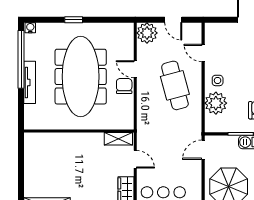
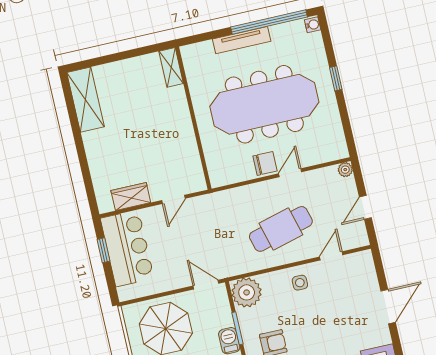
plant: (147, 33) -> (345, 170), width x0.53, depth x0.53
plant: (216, 103) -> (247, 292), moved
shelving: (118, 139) -> (171, 67), moved

